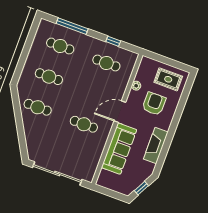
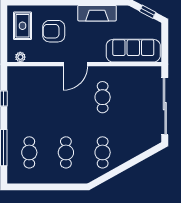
cafe table: (106, 63) -> (29, 97), removed
plant: (136, 86) -> (20, 57), moved
door: (120, 112) -> (75, 64), hinge flipped
sofa: (119, 149) -> (133, 51), moved

